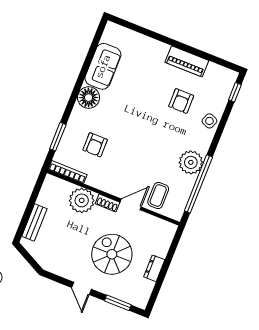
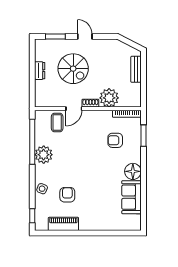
piano: (187, 61) -> (63, 224), moved
armchair: (95, 145) -> (115, 140), turned -90

